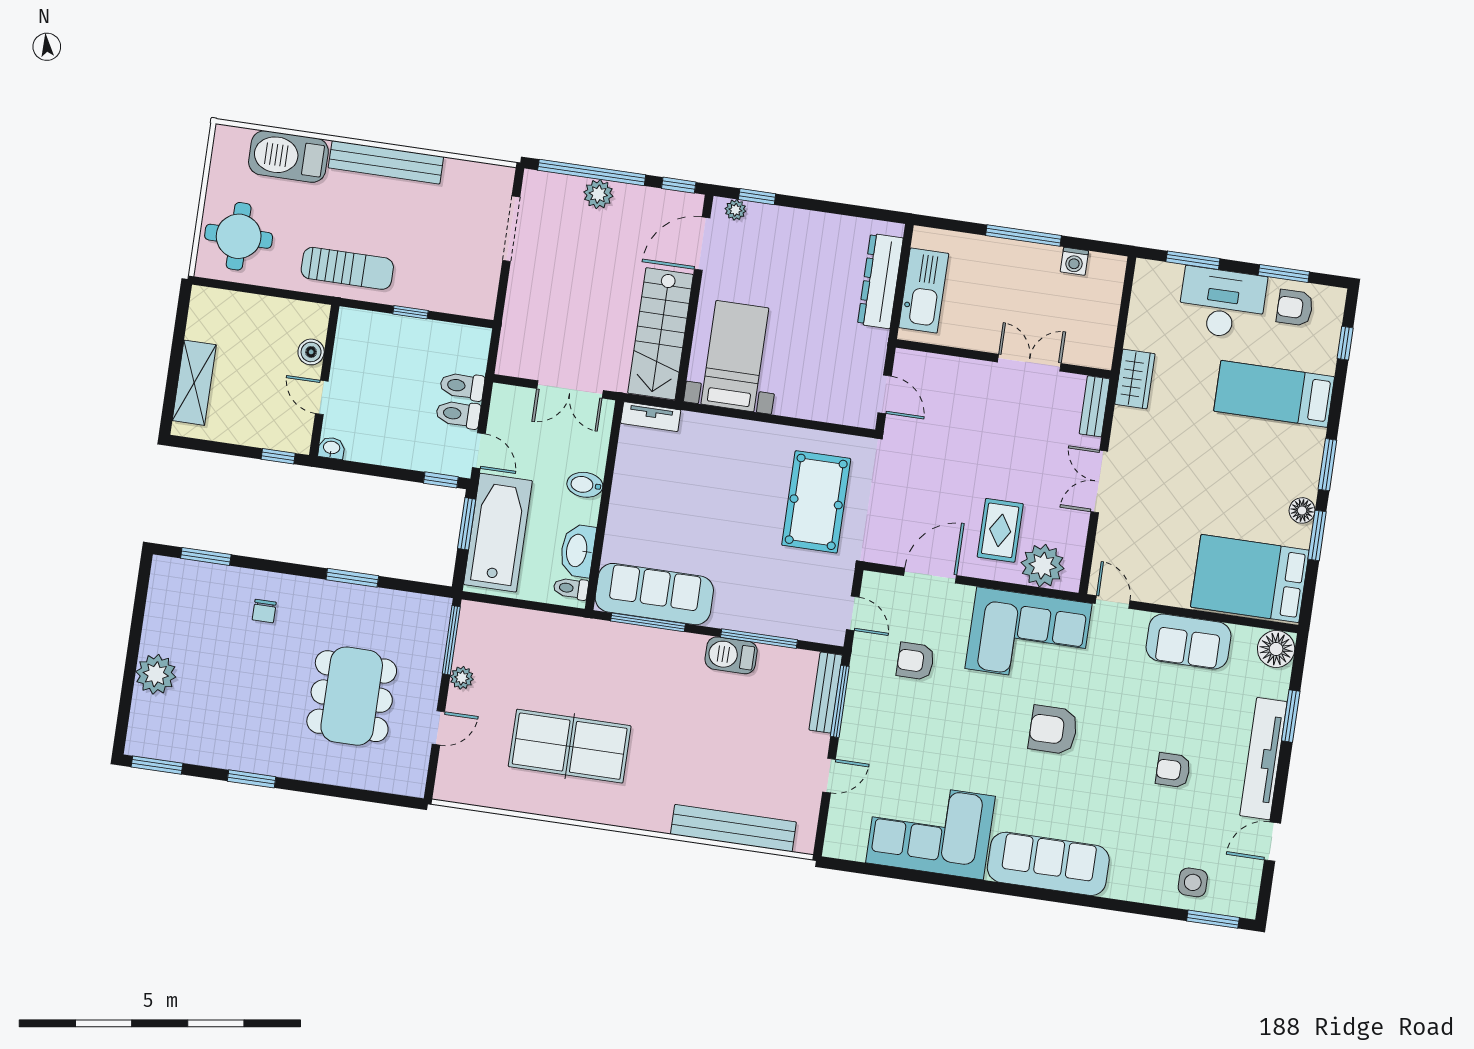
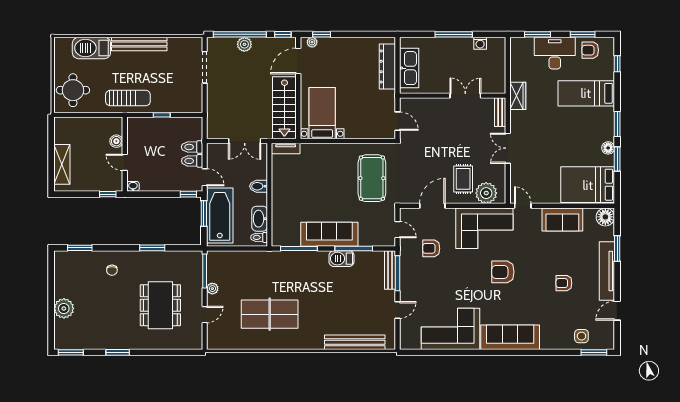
sofa: (654, 594) -> (329, 234), moved

